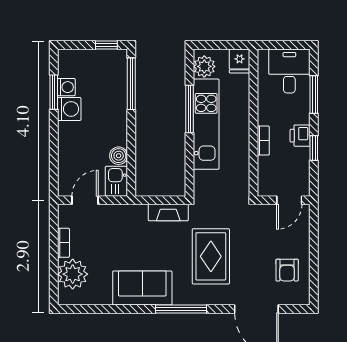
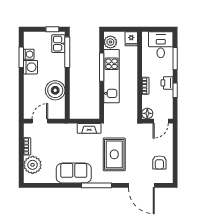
boiler: (119, 156) -> (55, 90), width x1.86, depth x1.86
kitchen sink: (116, 181) -> (58, 44), moved
floor lamp: (267, 187) -> (147, 113), added

